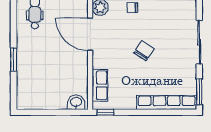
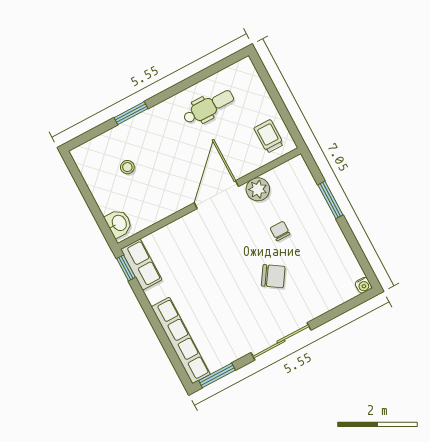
chair: (144, 51) -> (273, 276), moved
stool: (45, 79) -> (127, 167), added
row of seats: (100, 85) -> (141, 264), moved, turned -90

